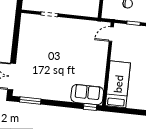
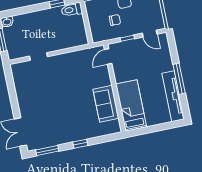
sofa: (87, 95) -> (106, 104), moved, turned -90
window: (90, 107) -> (80, 144), moved

